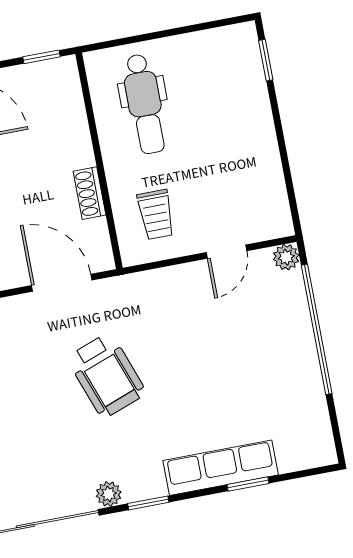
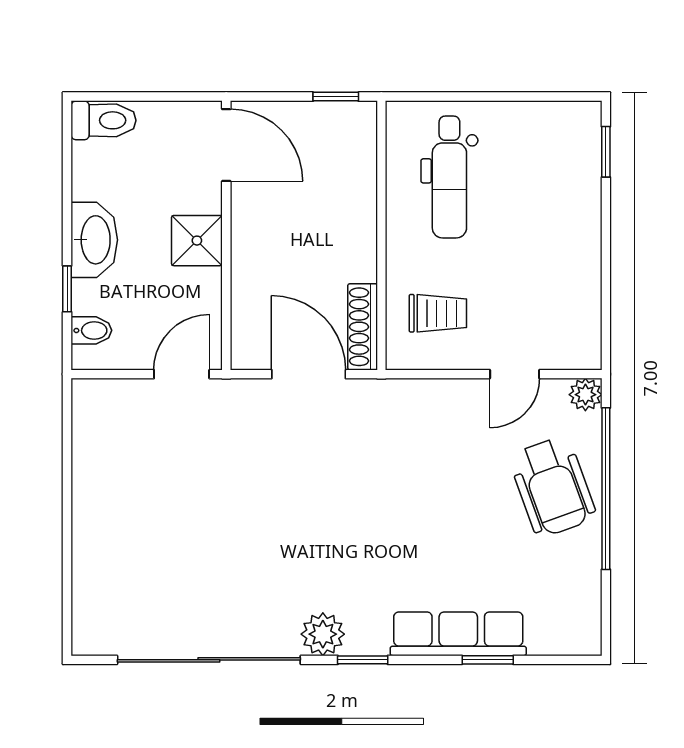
shoe rack: (90, 193) -> (363, 327), moved, width x1.43
trolley: (156, 215) -> (438, 313), turned -90
wheelchair: (106, 375) -> (552, 487), moved
plant: (109, 494) -> (323, 634), width x1.38, depth x1.38

